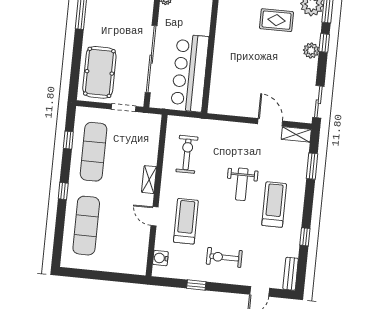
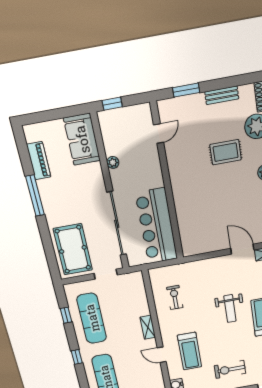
exercise bike: (187, 154) -> (175, 297), width x0.73, depth x0.72
treadmill: (186, 221) -> (190, 351), turned 180

